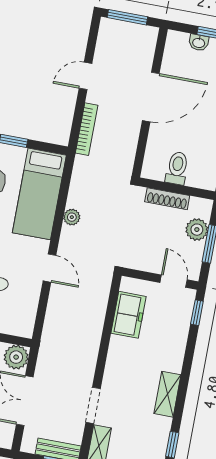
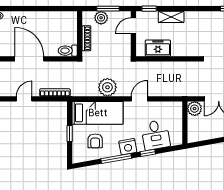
door: (86, 76) -> (24, 99), swing flipped
toilet: (177, 168) -> (68, 51), moved
plant: (72, 217) -> (107, 87), width x1.88, depth x1.88
shelving: (167, 394) -> (171, 17), moved

